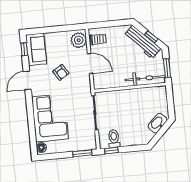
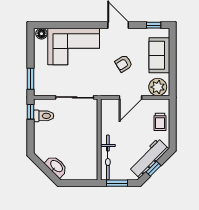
trolley: (98, 39) -> (160, 122), moved
sofa: (36, 49) -> (159, 55), moved, turned 90

